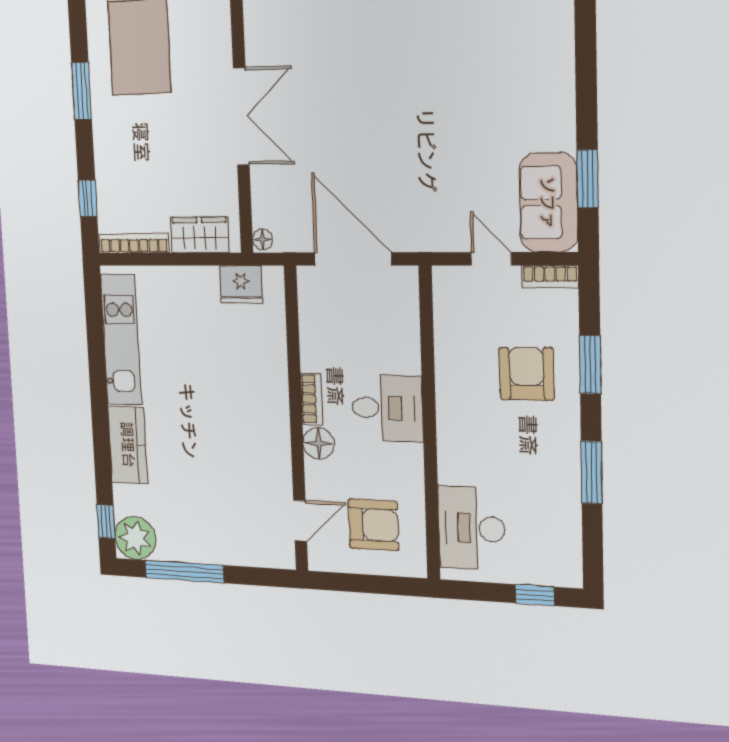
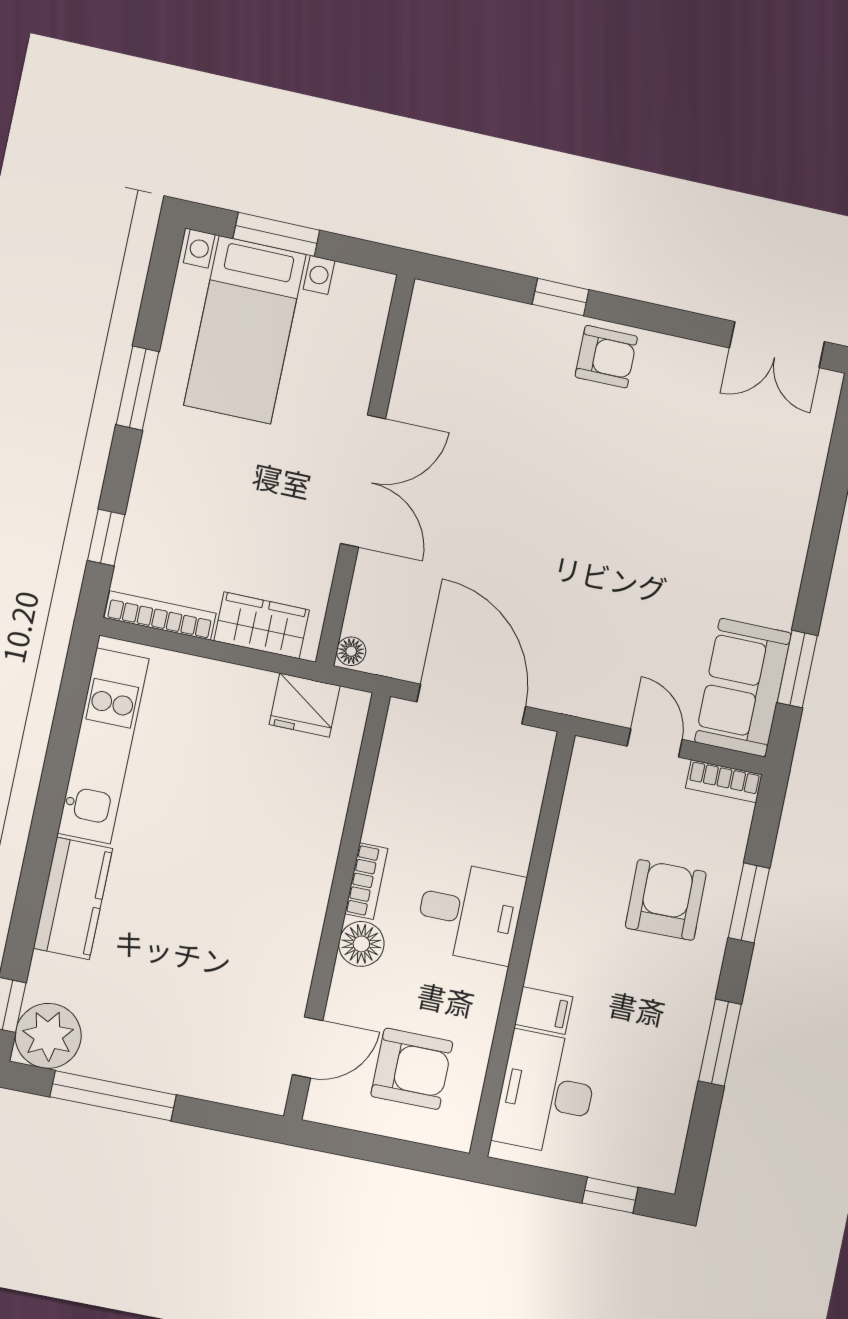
filing cabinet: (456, 469) -> (544, 1010), added

